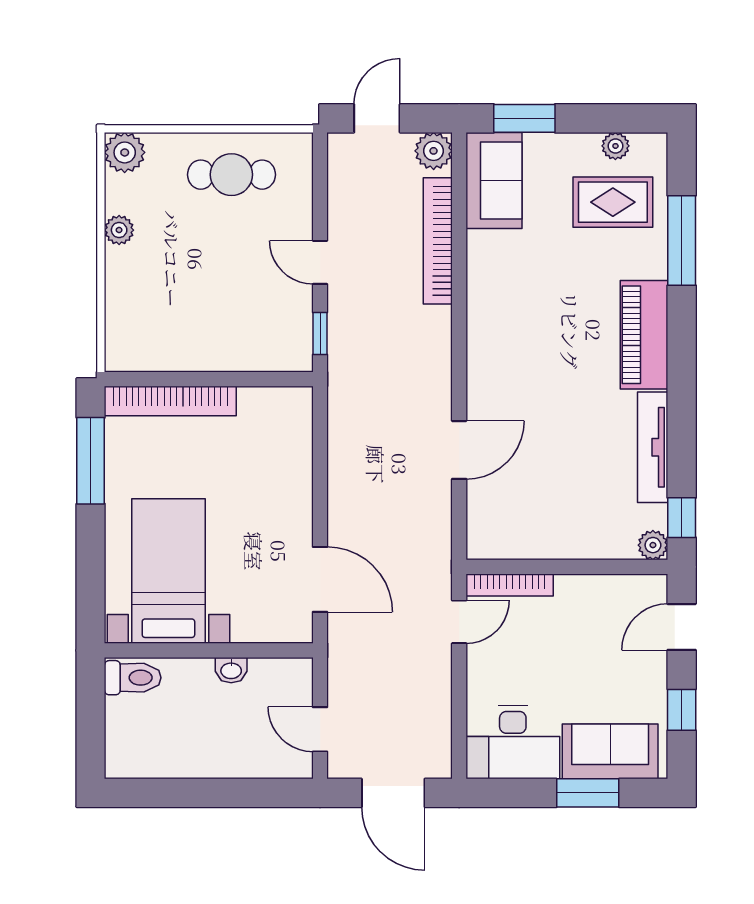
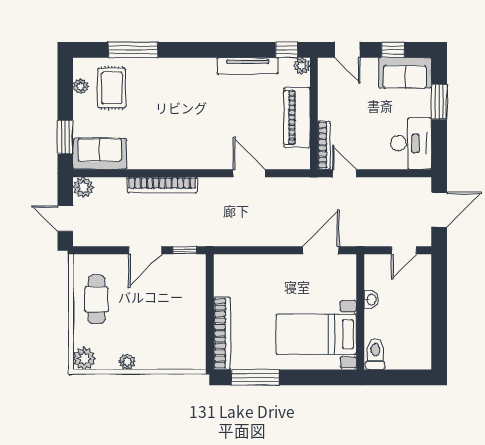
bookcase: (438, 241) -> (162, 185), moved
door: (320, 262) -> (145, 250), width x1.38
piano: (644, 335) -> (297, 117), moved, turned 90
sofa: (610, 751) -> (405, 73), moved, turned -90

